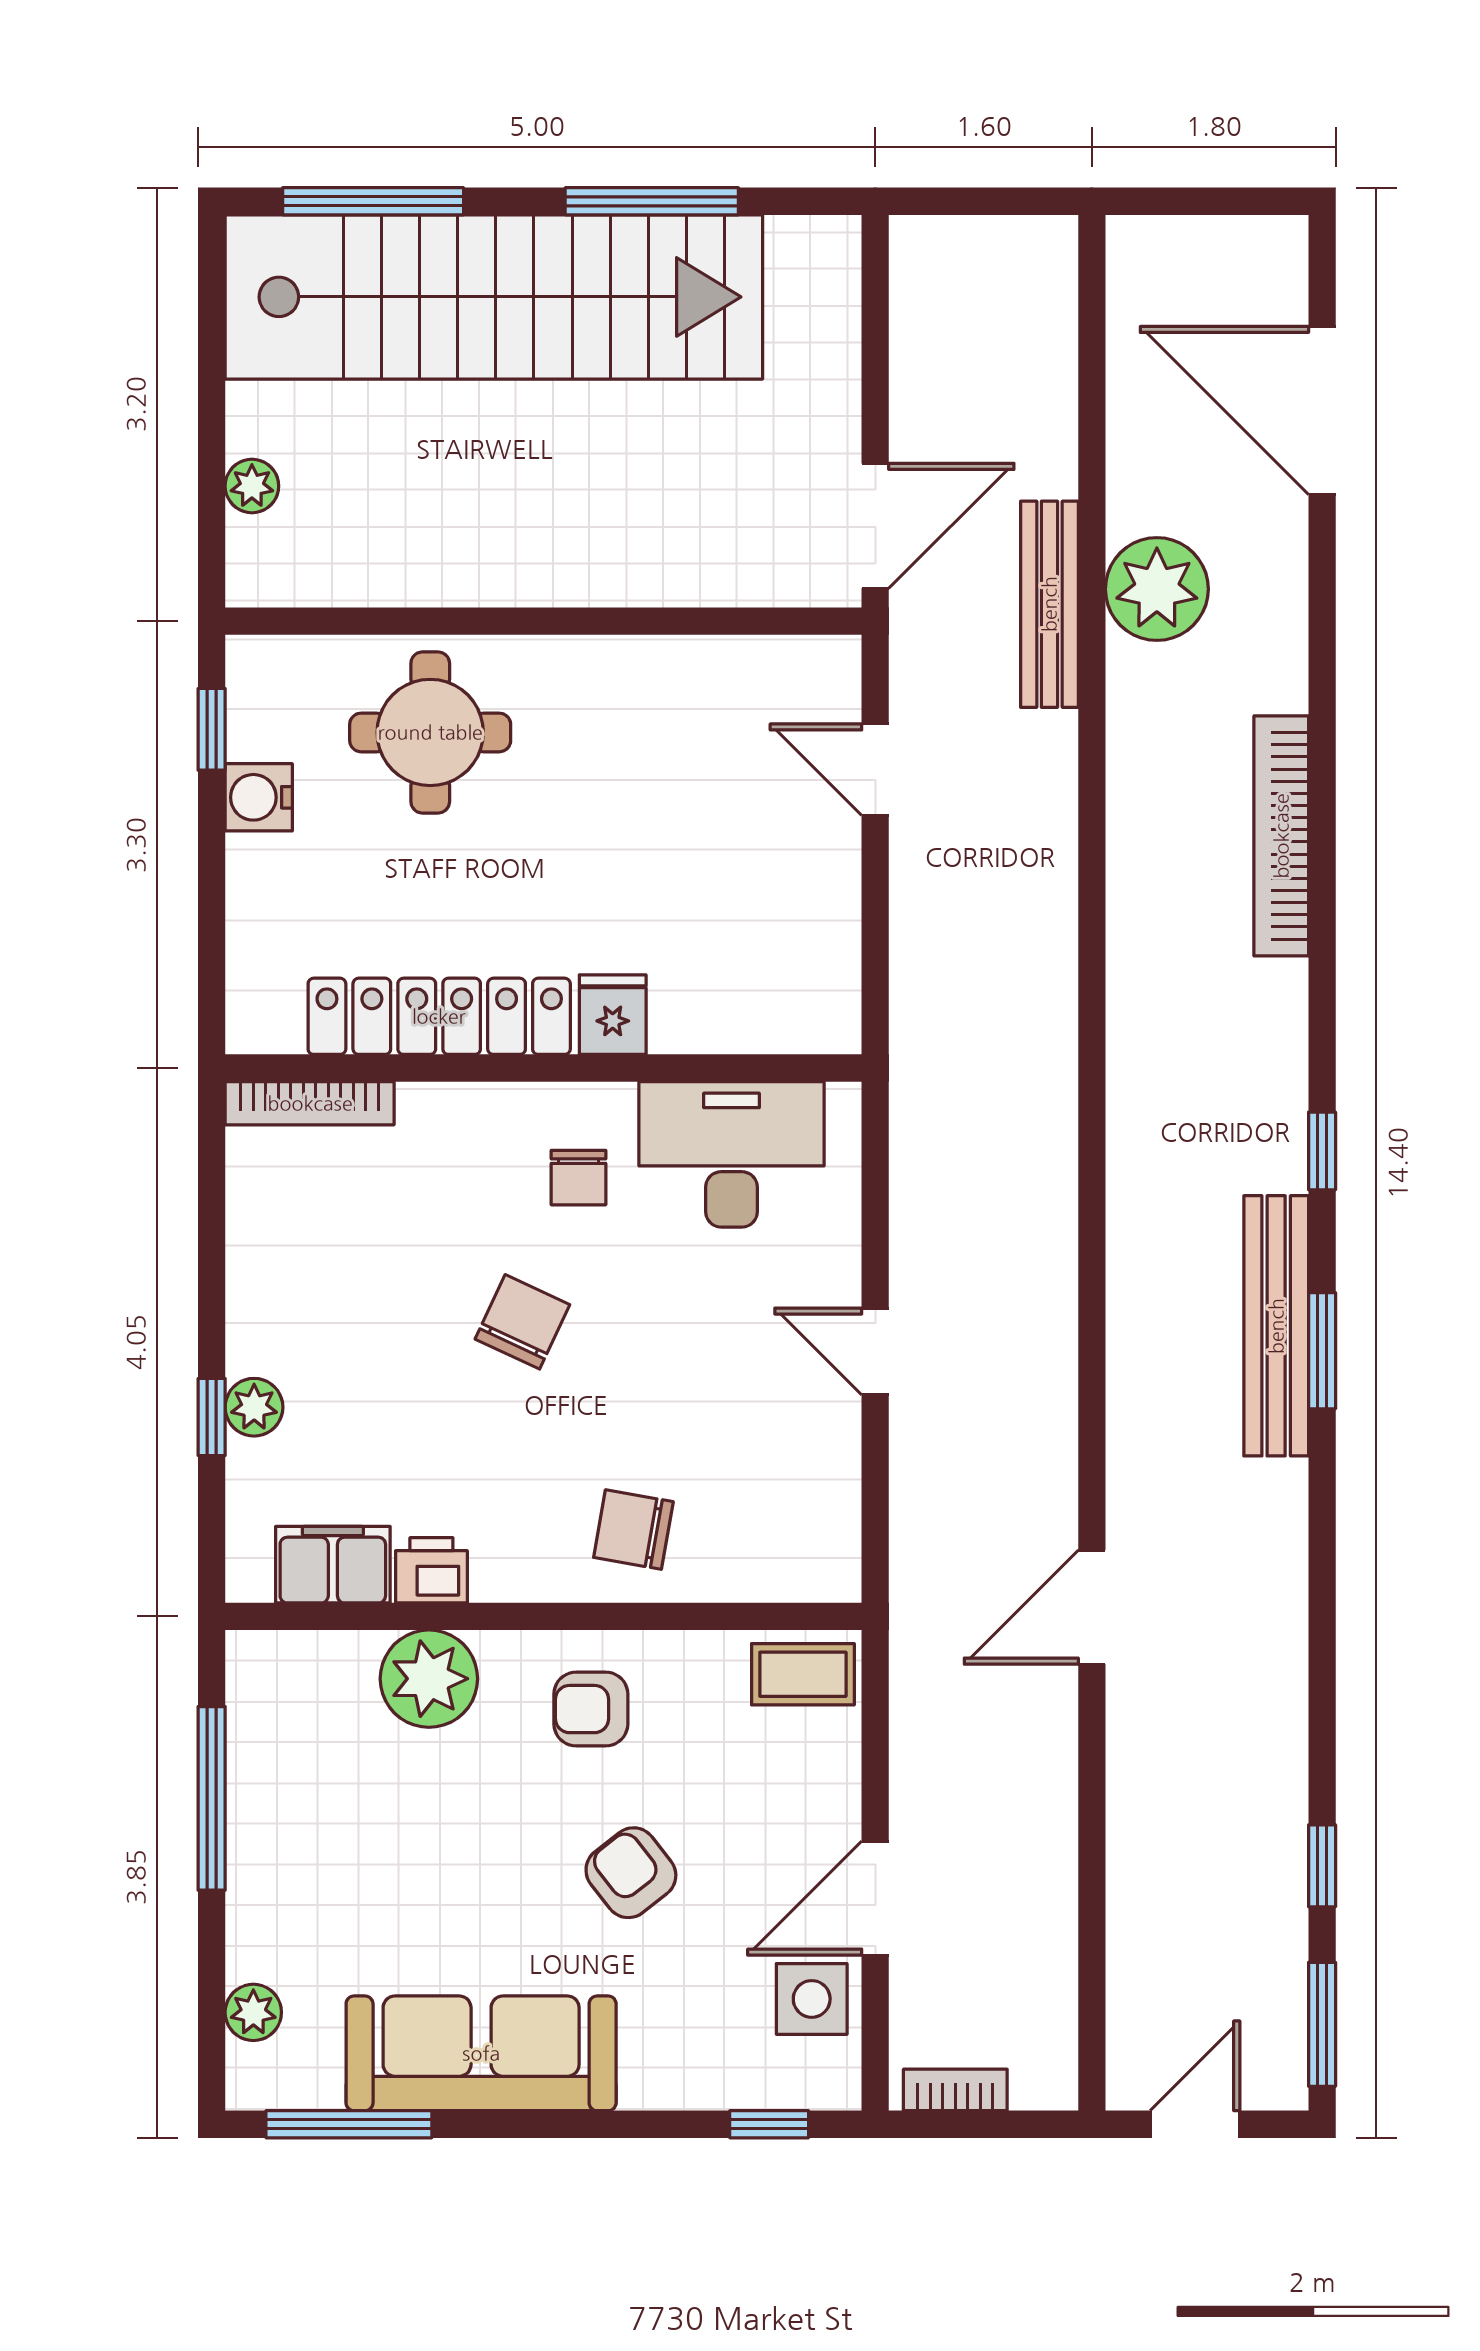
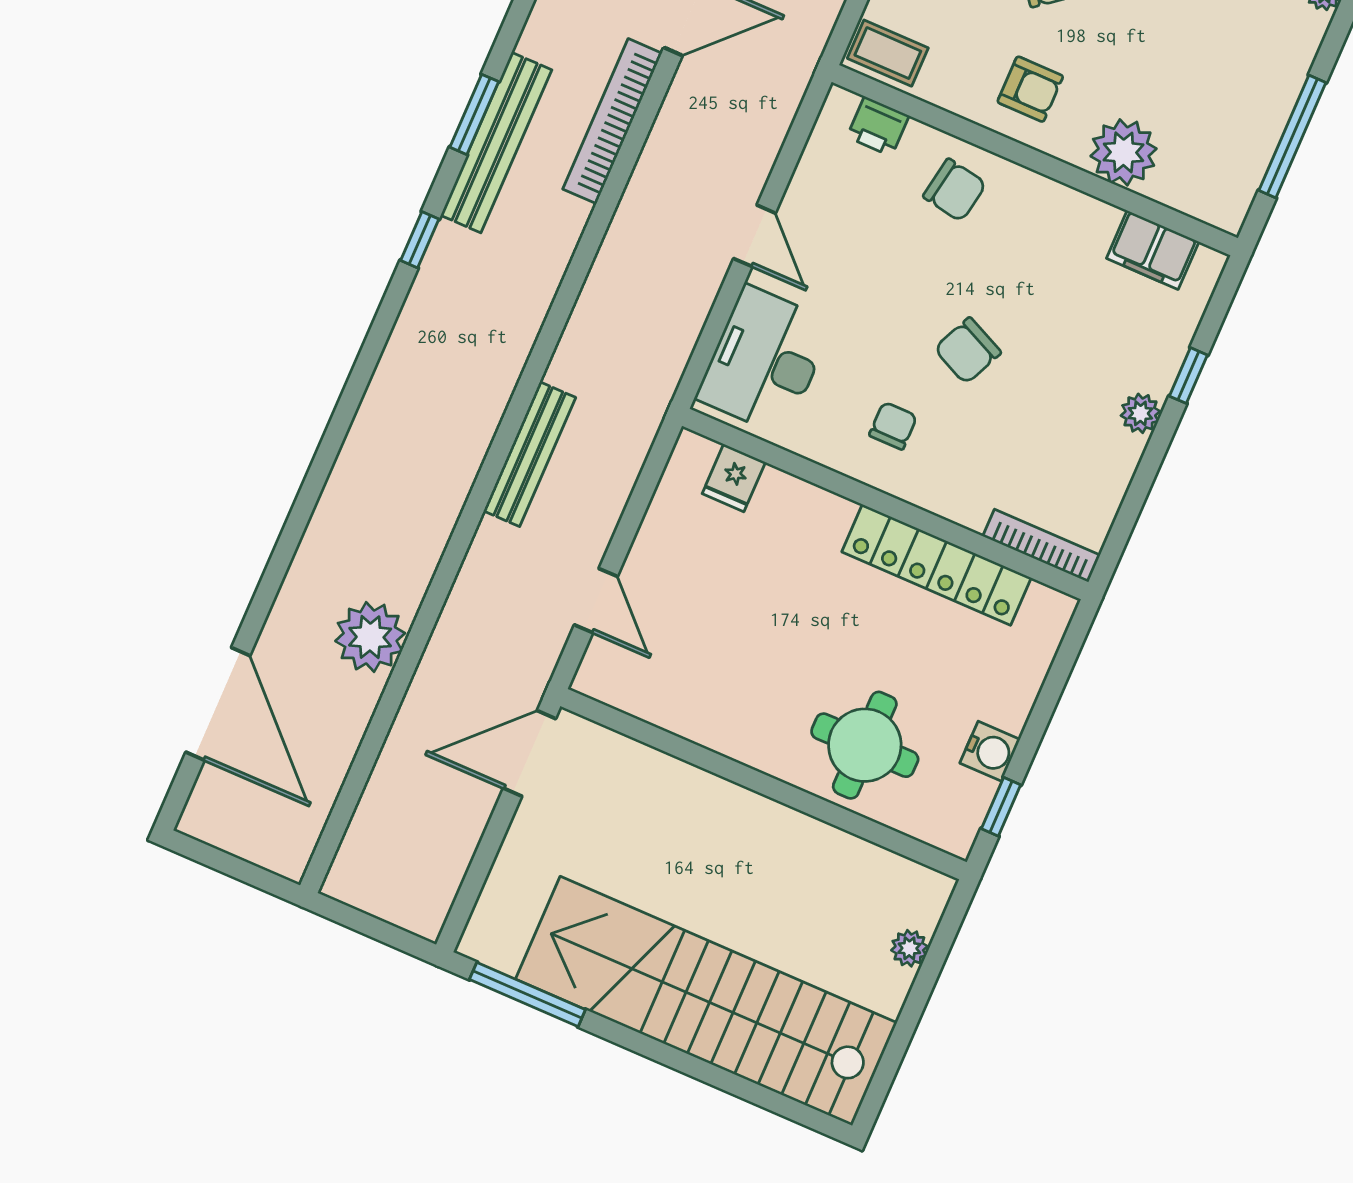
window: (373, 201) -> (756, 1094), removed
window: (652, 201) -> (527, 995), moved
bench: (1049, 604) -> (530, 454), moved
bookcase: (1281, 836) -> (612, 121), moved, turned 180
fridge: (613, 1015) -> (734, 478), moved
desk: (731, 1154) -> (765, 360), moved, turned 90
plant: (254, 1407) -> (1140, 413), moved
printer: (431, 1570) -> (878, 126), moved

